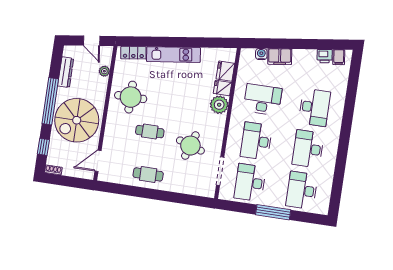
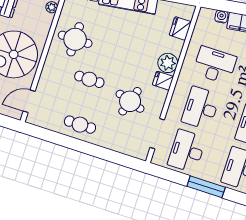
fridge: (223, 88) -> (163, 81), moved

